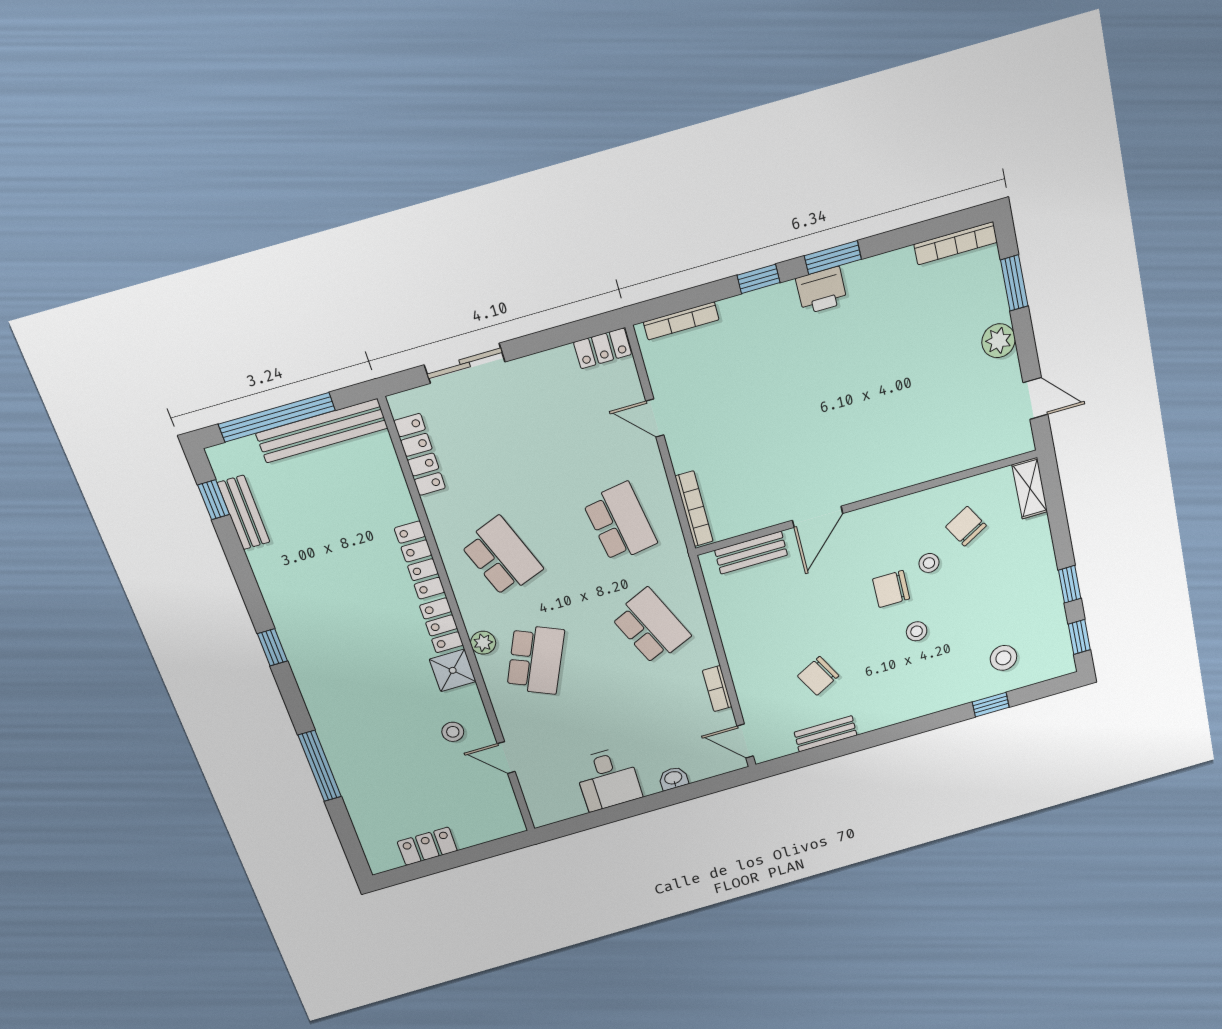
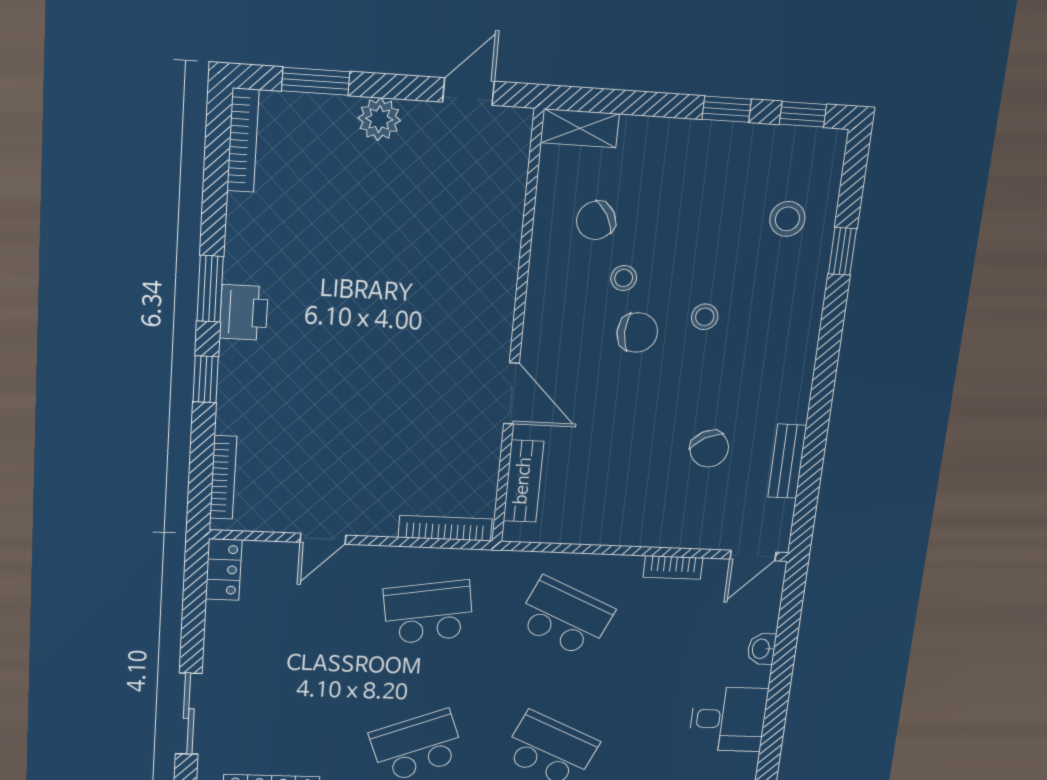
chair: (891, 589) -> (637, 332), turned -90
school desk: (651, 626) -> (565, 617), turned 48

